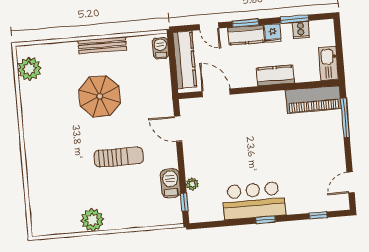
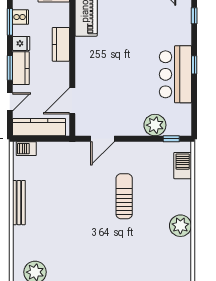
parasol: (100, 96) -> (66, 209), removed
barbecue: (170, 183) -> (183, 166), moved, turned 90
plant: (192, 184) -> (155, 125), width x1.87, depth x1.87

